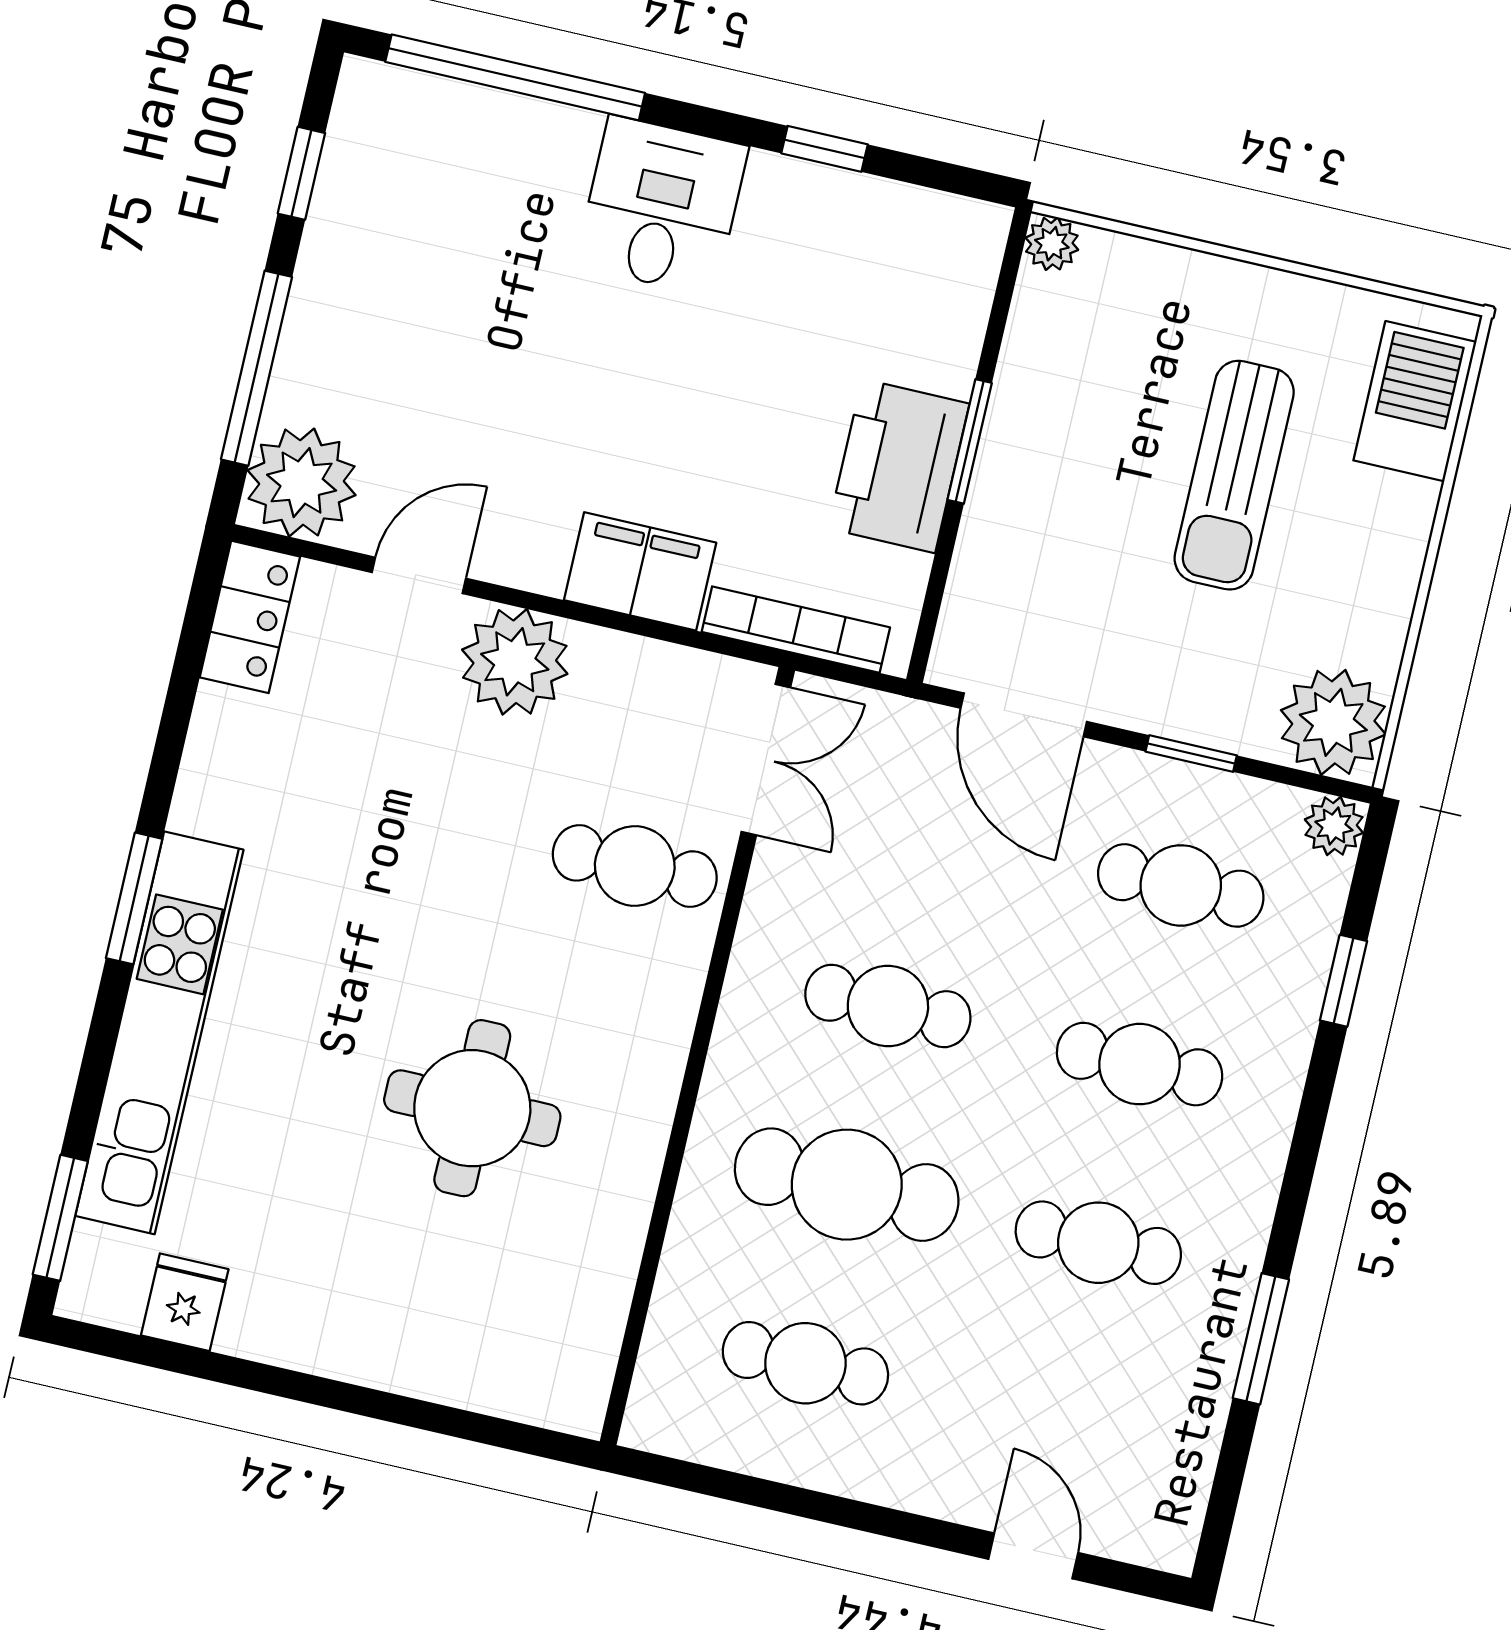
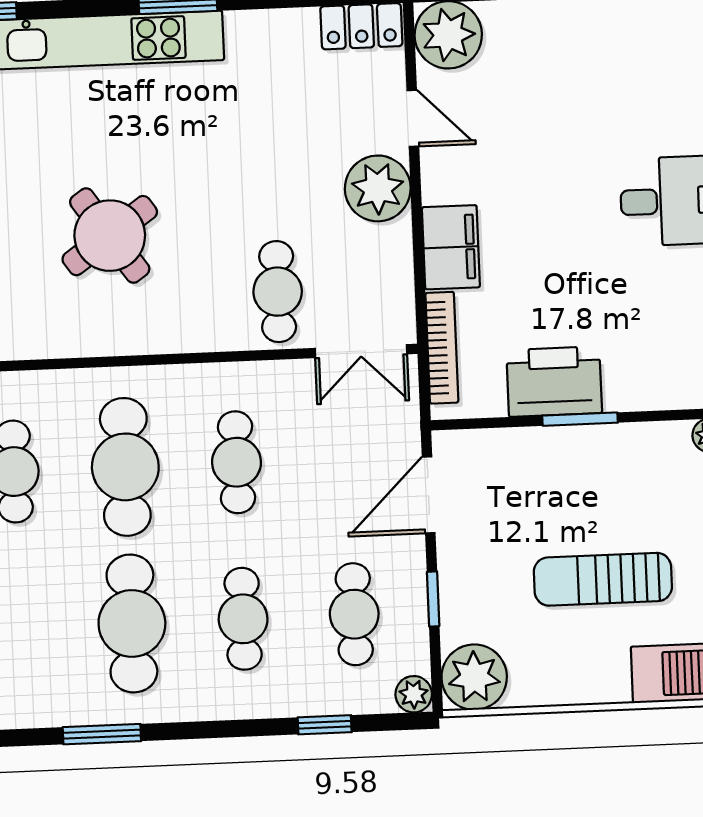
round table: (472, 1108) -> (110, 236), turned -35
cafe table: (1098, 1243) -> (132, 623), width x1.37, depth x1.35

